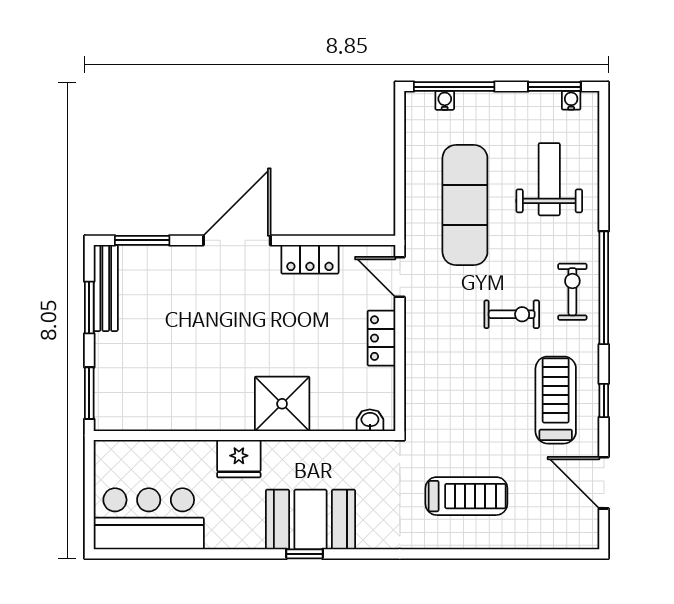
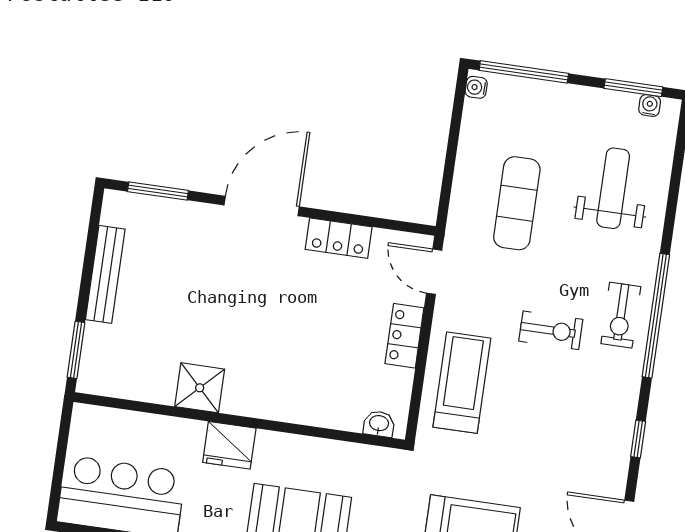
water cooler: (445, 100) -> (476, 87), moved, turned -90
exercise mat: (465, 205) -> (517, 203), width x0.73, depth x0.69
bench: (106, 288) -> (105, 274), moved
exercise bike: (572, 292) -> (621, 315), turned 180
window: (89, 307) -> (89, 256), removed
treadmill: (556, 400) -> (462, 383), moved
shower: (282, 404) -> (200, 388), moved, width x0.73, depth x0.73

